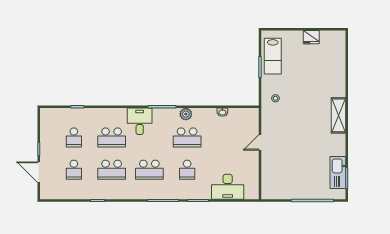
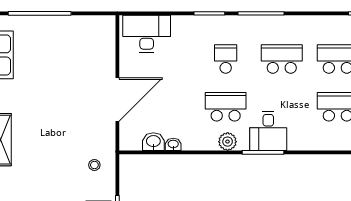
washbasin: (236, 114) -> (153, 142), added
desk: (140, 121) -> (268, 131), moved
door: (260, 142) -> (117, 99), width x1.88
desk: (228, 187) -> (147, 34), moved

